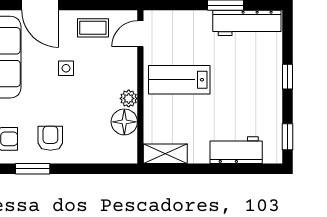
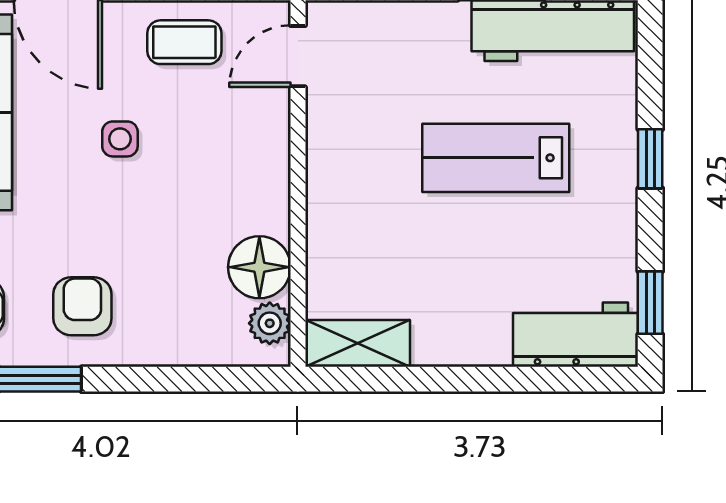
lab bench: (179, 80) -> (496, 158), moved
plant: (129, 98) -> (270, 323), moved
workbench: (236, 150) -> (576, 335), moved

